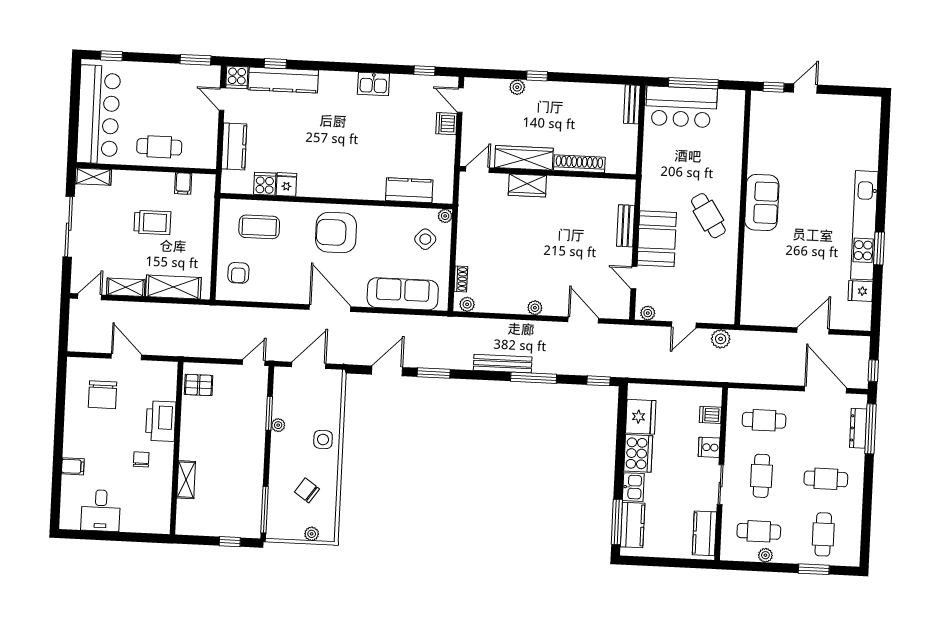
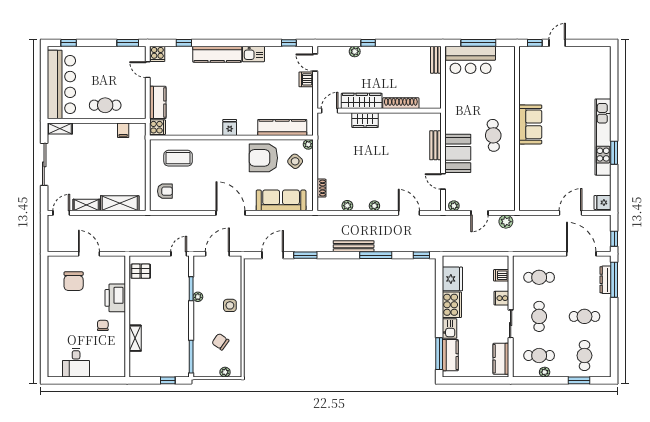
kitchen counter: (283, 80) -> (217, 54), moved
cooker: (265, 184) -> (157, 127), moved, turned 90
fridge: (286, 184) -> (230, 127), moved
kitchen counter: (409, 190) -> (282, 127), width x1.50
cafe table: (708, 216) -> (493, 135), turned 30
trolley: (152, 222) -> (103, 159), removed
armchair: (336, 233) -> (263, 158), moved
armchair: (238, 273) -> (165, 191), turned -90
fridge: (860, 291) -> (603, 202), moved
plant: (467, 304) -> (347, 206), moved
filing cabinet: (73, 466) -> (55, 333), removed

